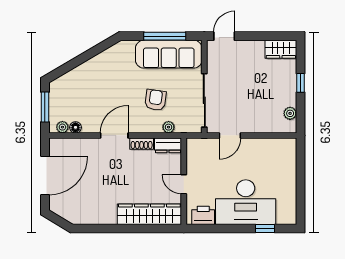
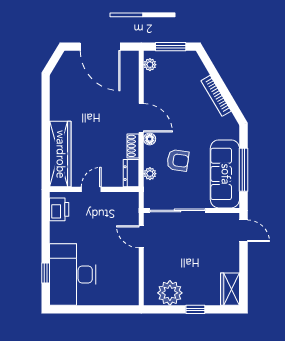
bookcase: (93, 63) -> (216, 96), added
plant: (290, 113) -> (170, 293), width x1.87, depth x1.87
floor lamp: (75, 127) -> (150, 139), moved
desk: (246, 202) -> (73, 275), moved

